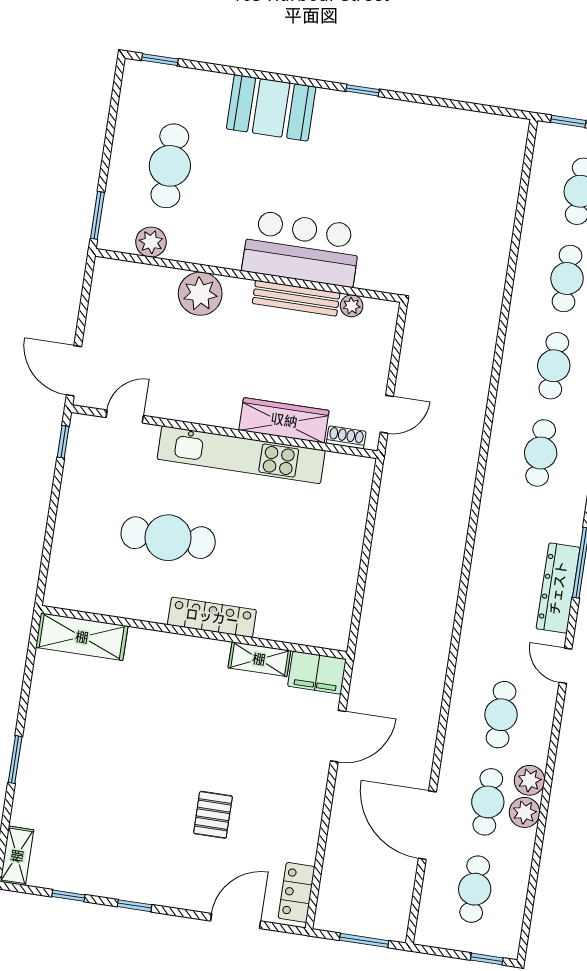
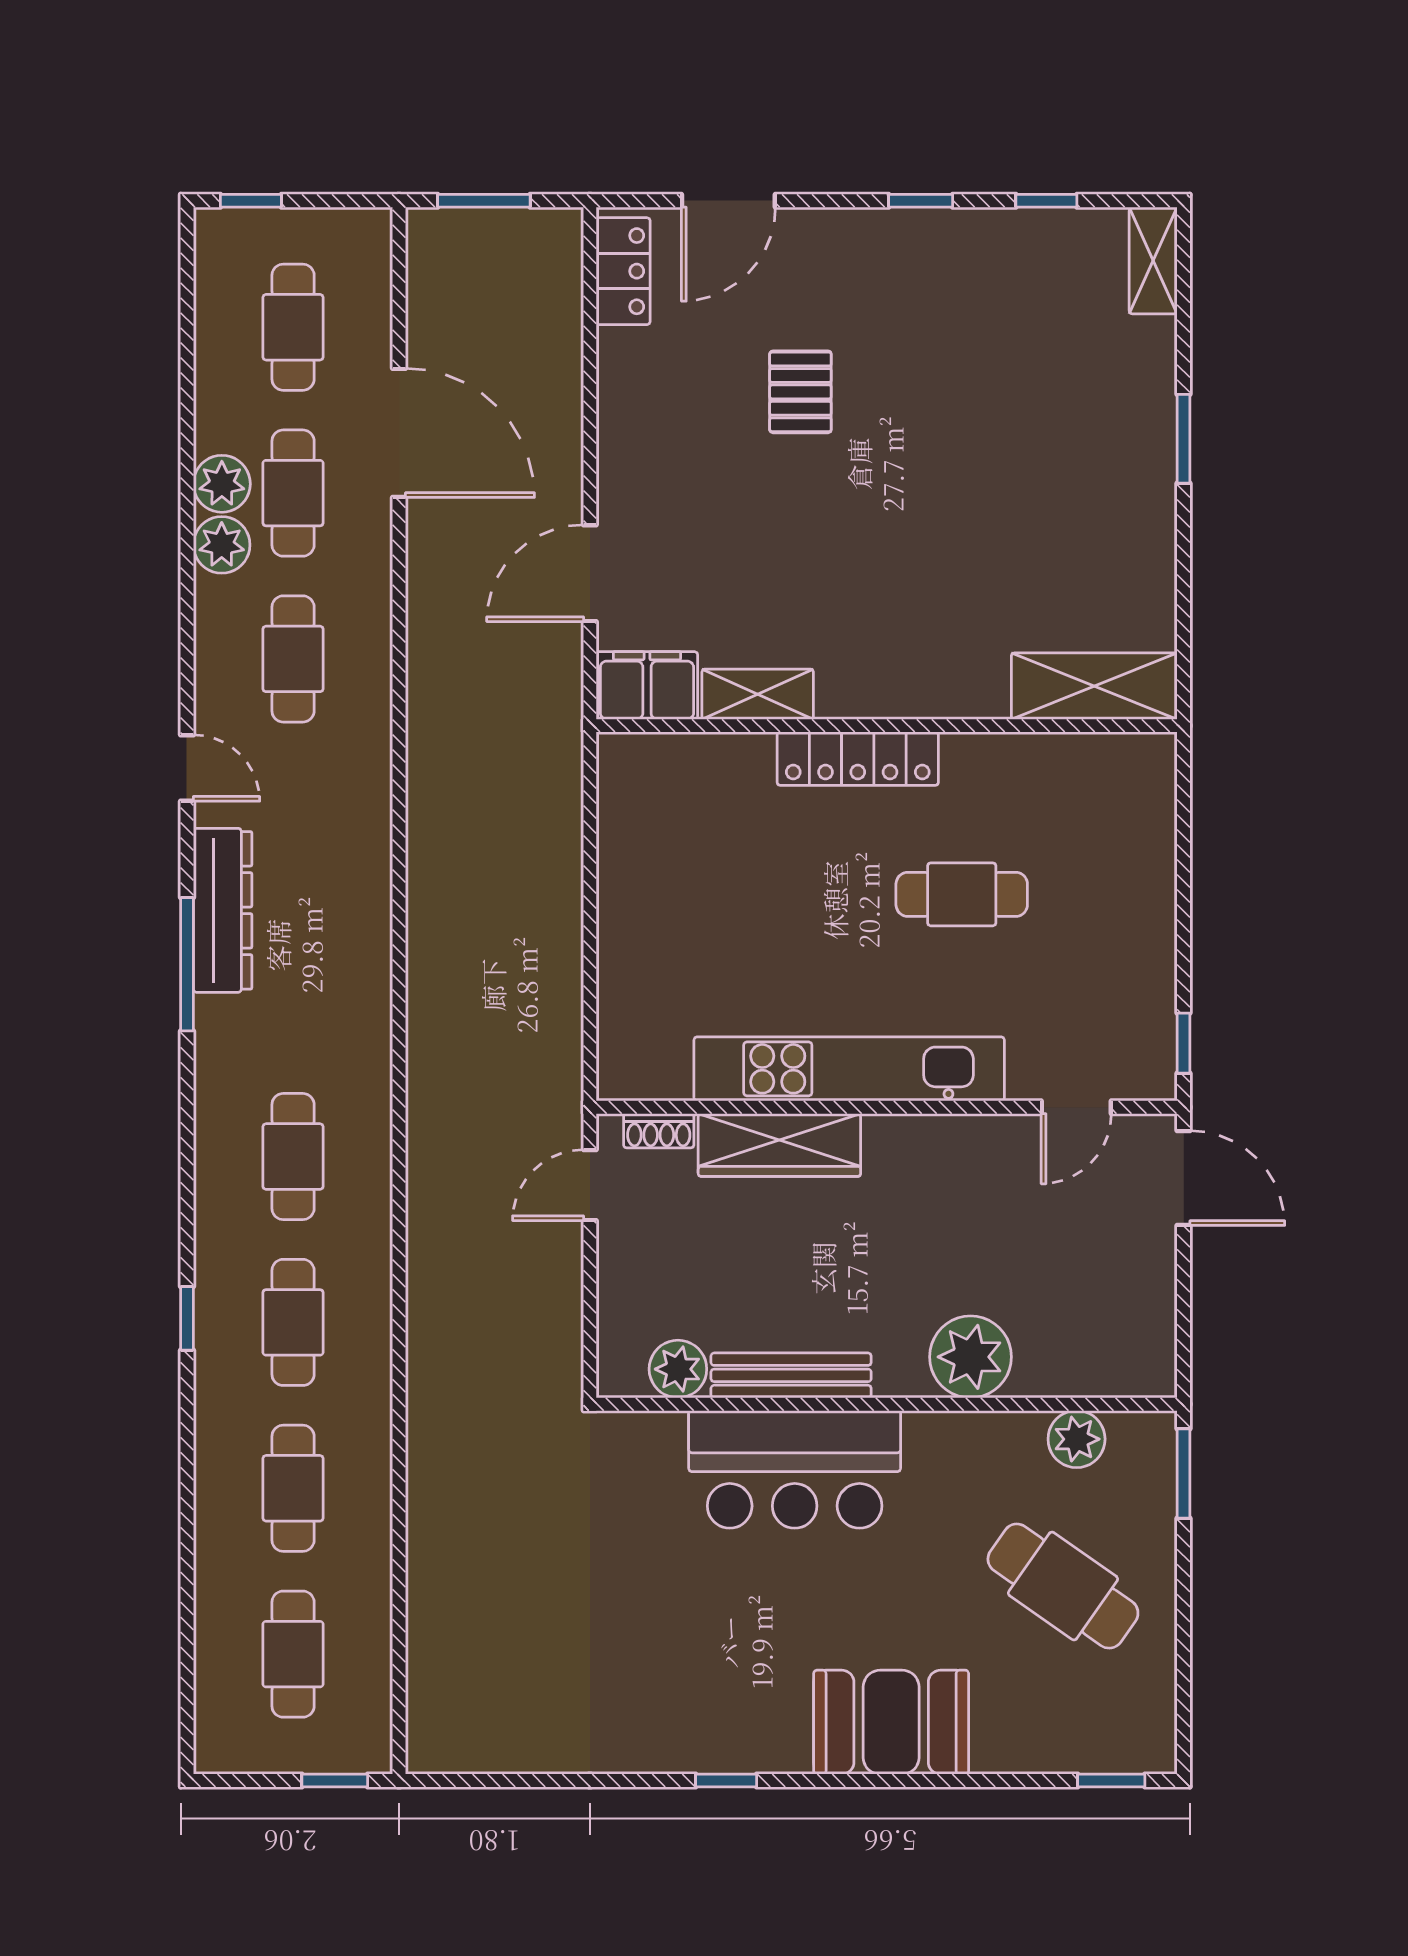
cafe table: (170, 166) -> (1063, 1586), turned -55
plant: (352, 306) -> (678, 1369), width x1.38, depth x1.38
cafe table: (168, 538) -> (962, 894), width x0.73, depth x0.74

